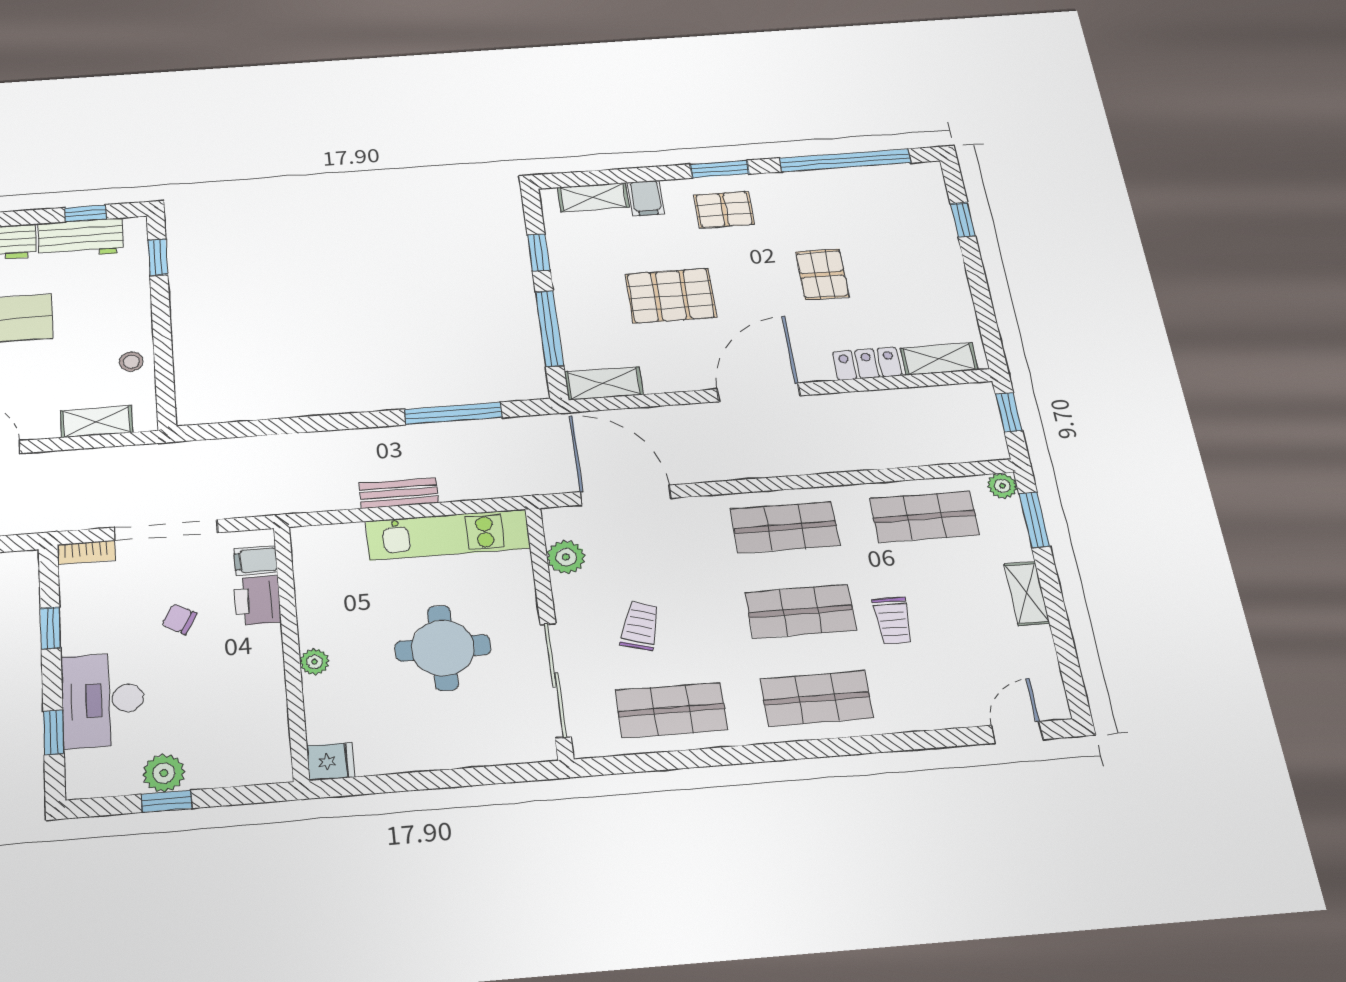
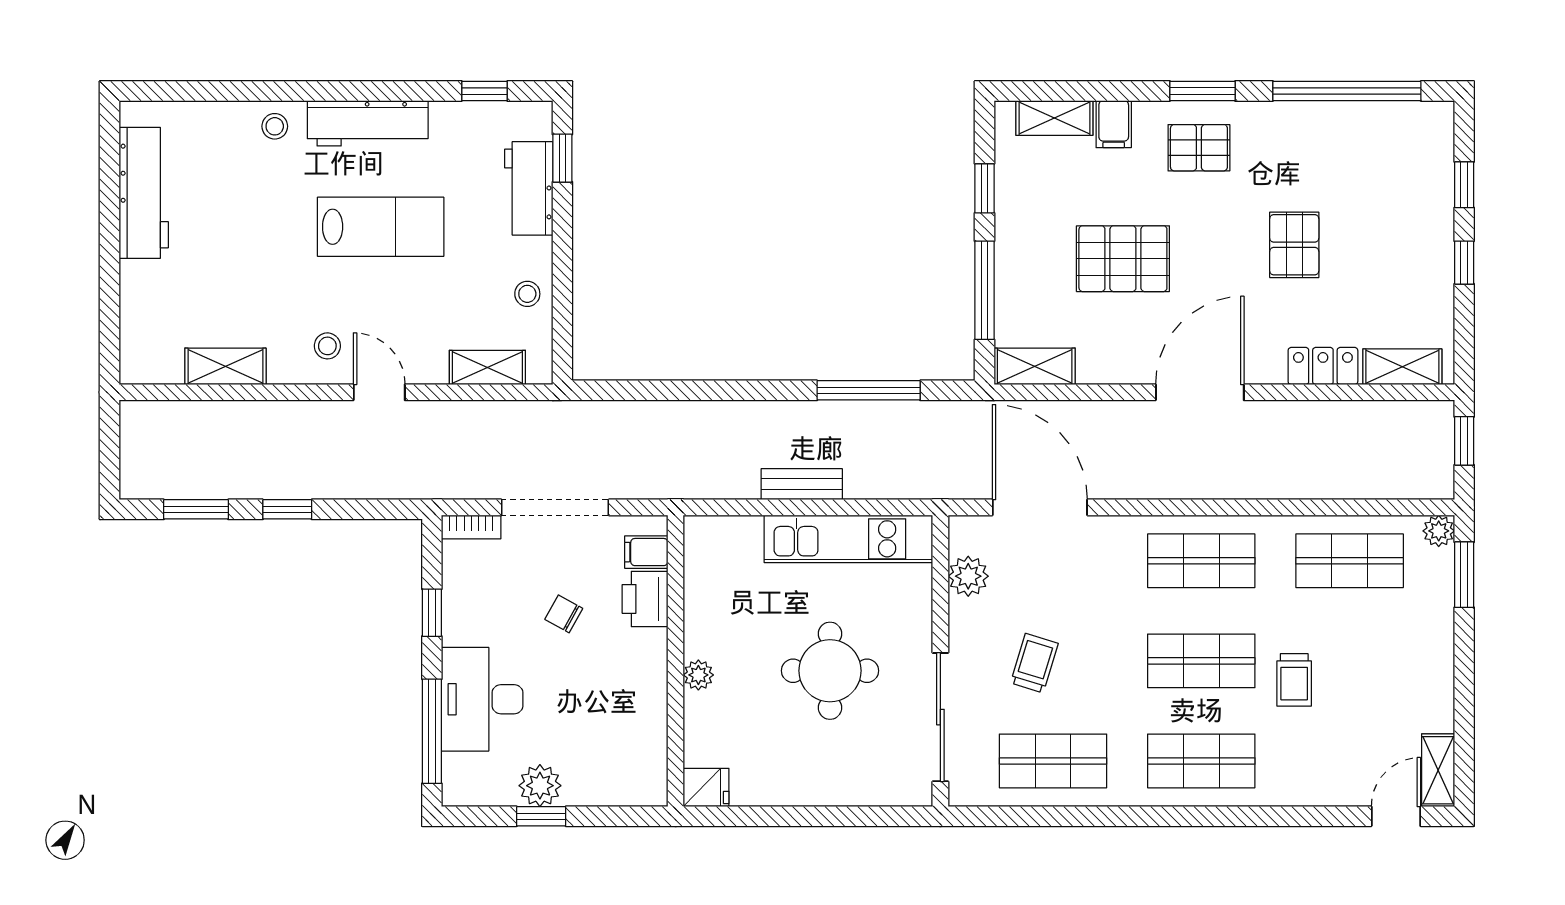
workbench: (81, 238) -> (529, 188), moved, turned 90
window: (976, 277) -> (1464, 263), added
shelving: (1027, 593) -> (1438, 770), moved
window: (53, 733) -> (432, 731), width x2.17

